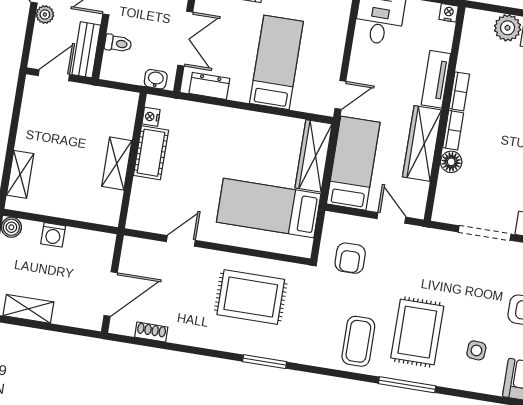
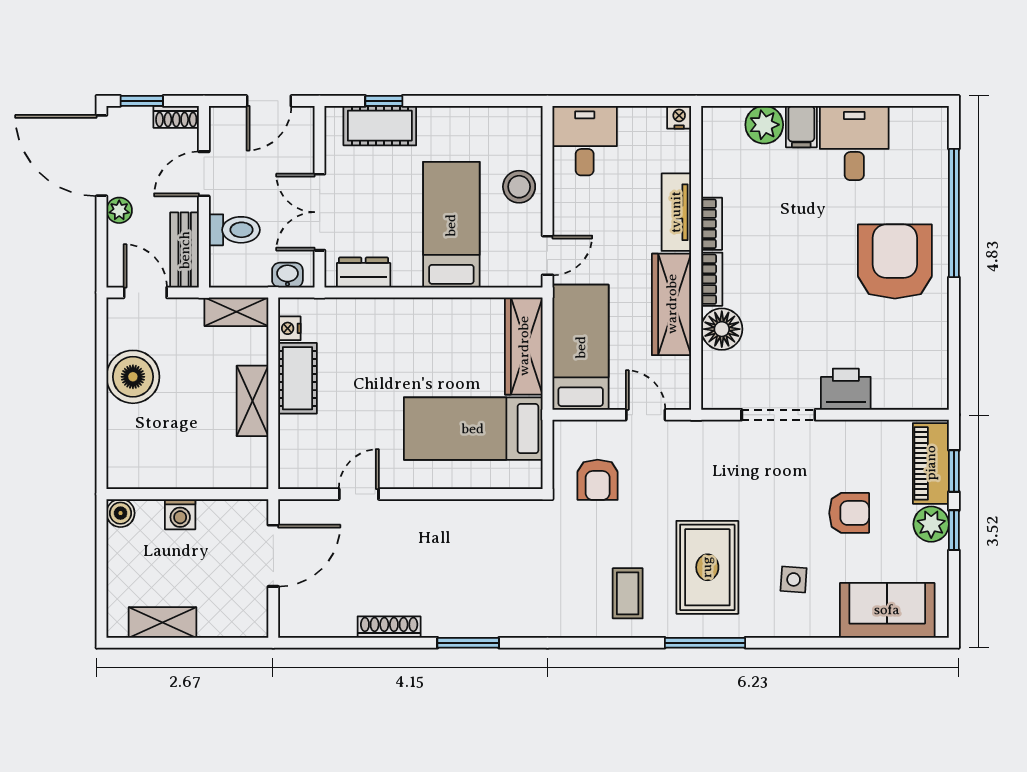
double door: (185, 39) -> (320, 212), swing flipped
toilet: (118, 43) -> (234, 230), width x1.37, depth x1.39
stool: (328, 43) -> (519, 187), added
door: (54, 75) -> (145, 293), hinge flipped
boiler: (36, 133) -> (133, 377), added
floor lamp: (451, 162) -> (722, 329), width x1.38, depth x1.38
shelving: (20, 174) -> (236, 312), moved, turned 90
door: (111, 294) -> (273, 556), moved
rug: (251, 297) -> (468, 556), removed
shoe rack: (151, 332) -> (389, 627), moved, width x1.43
coffee table: (358, 341) -> (628, 593), width x0.73, depth x0.77
window: (265, 362) -> (468, 643), moved

